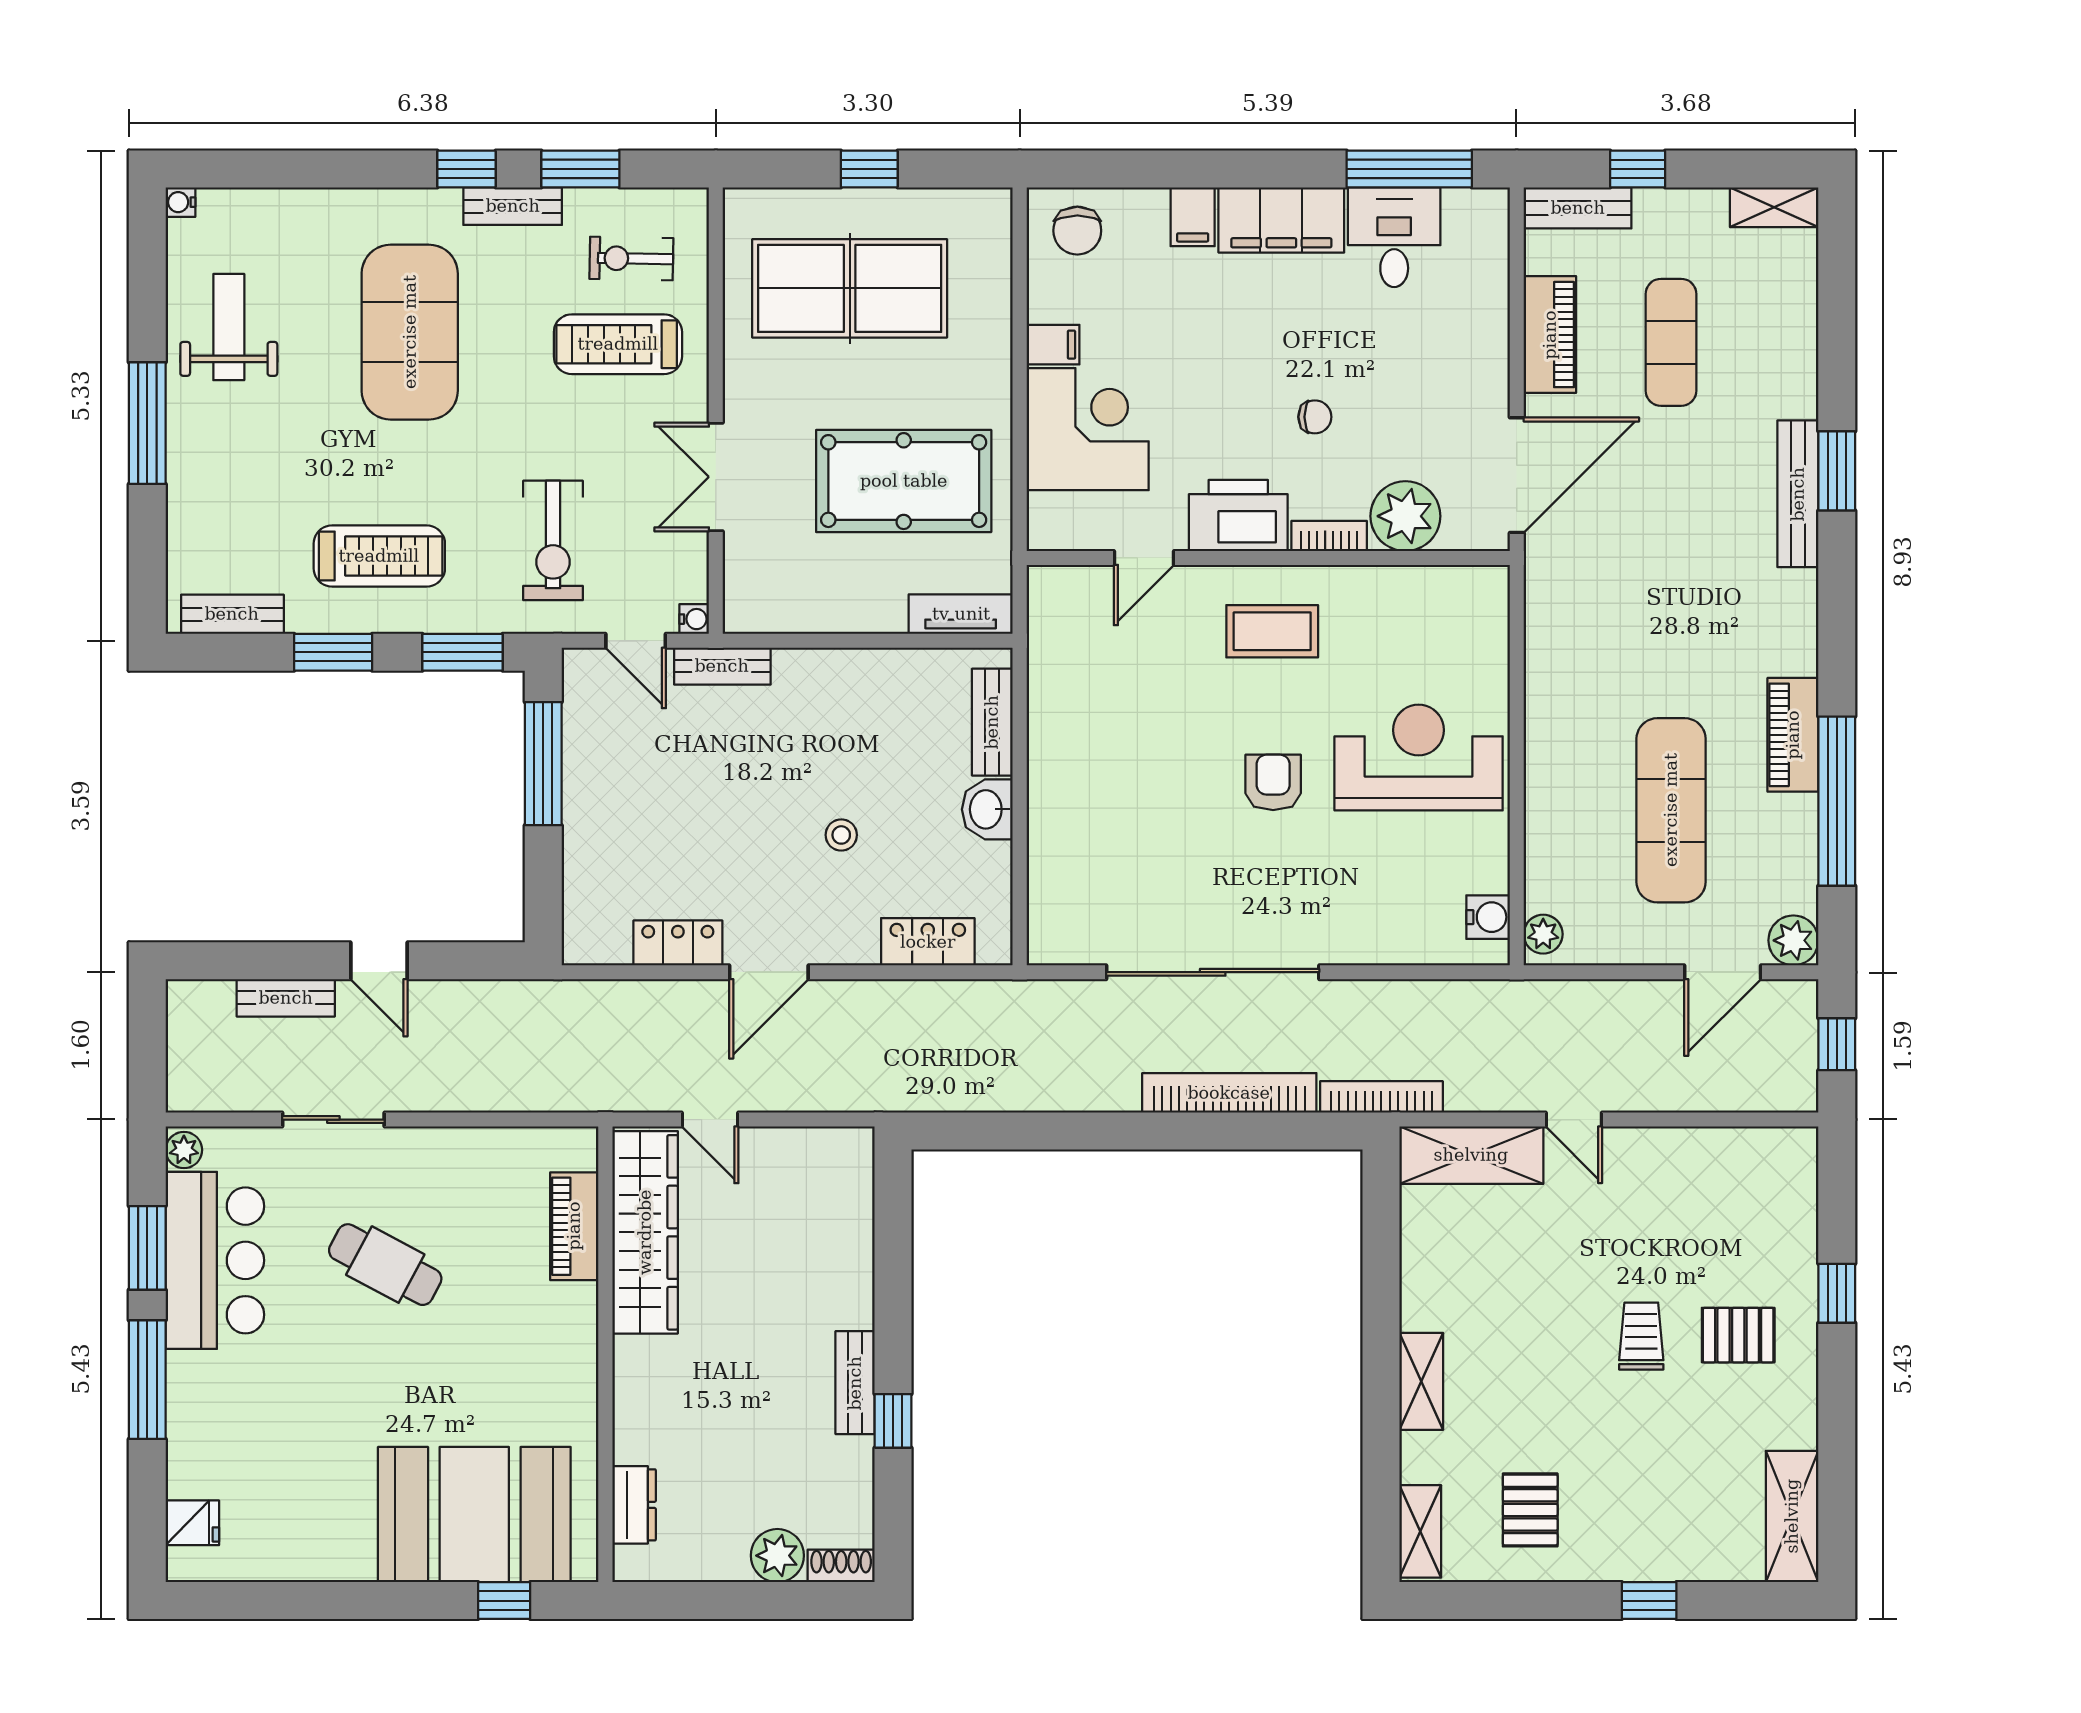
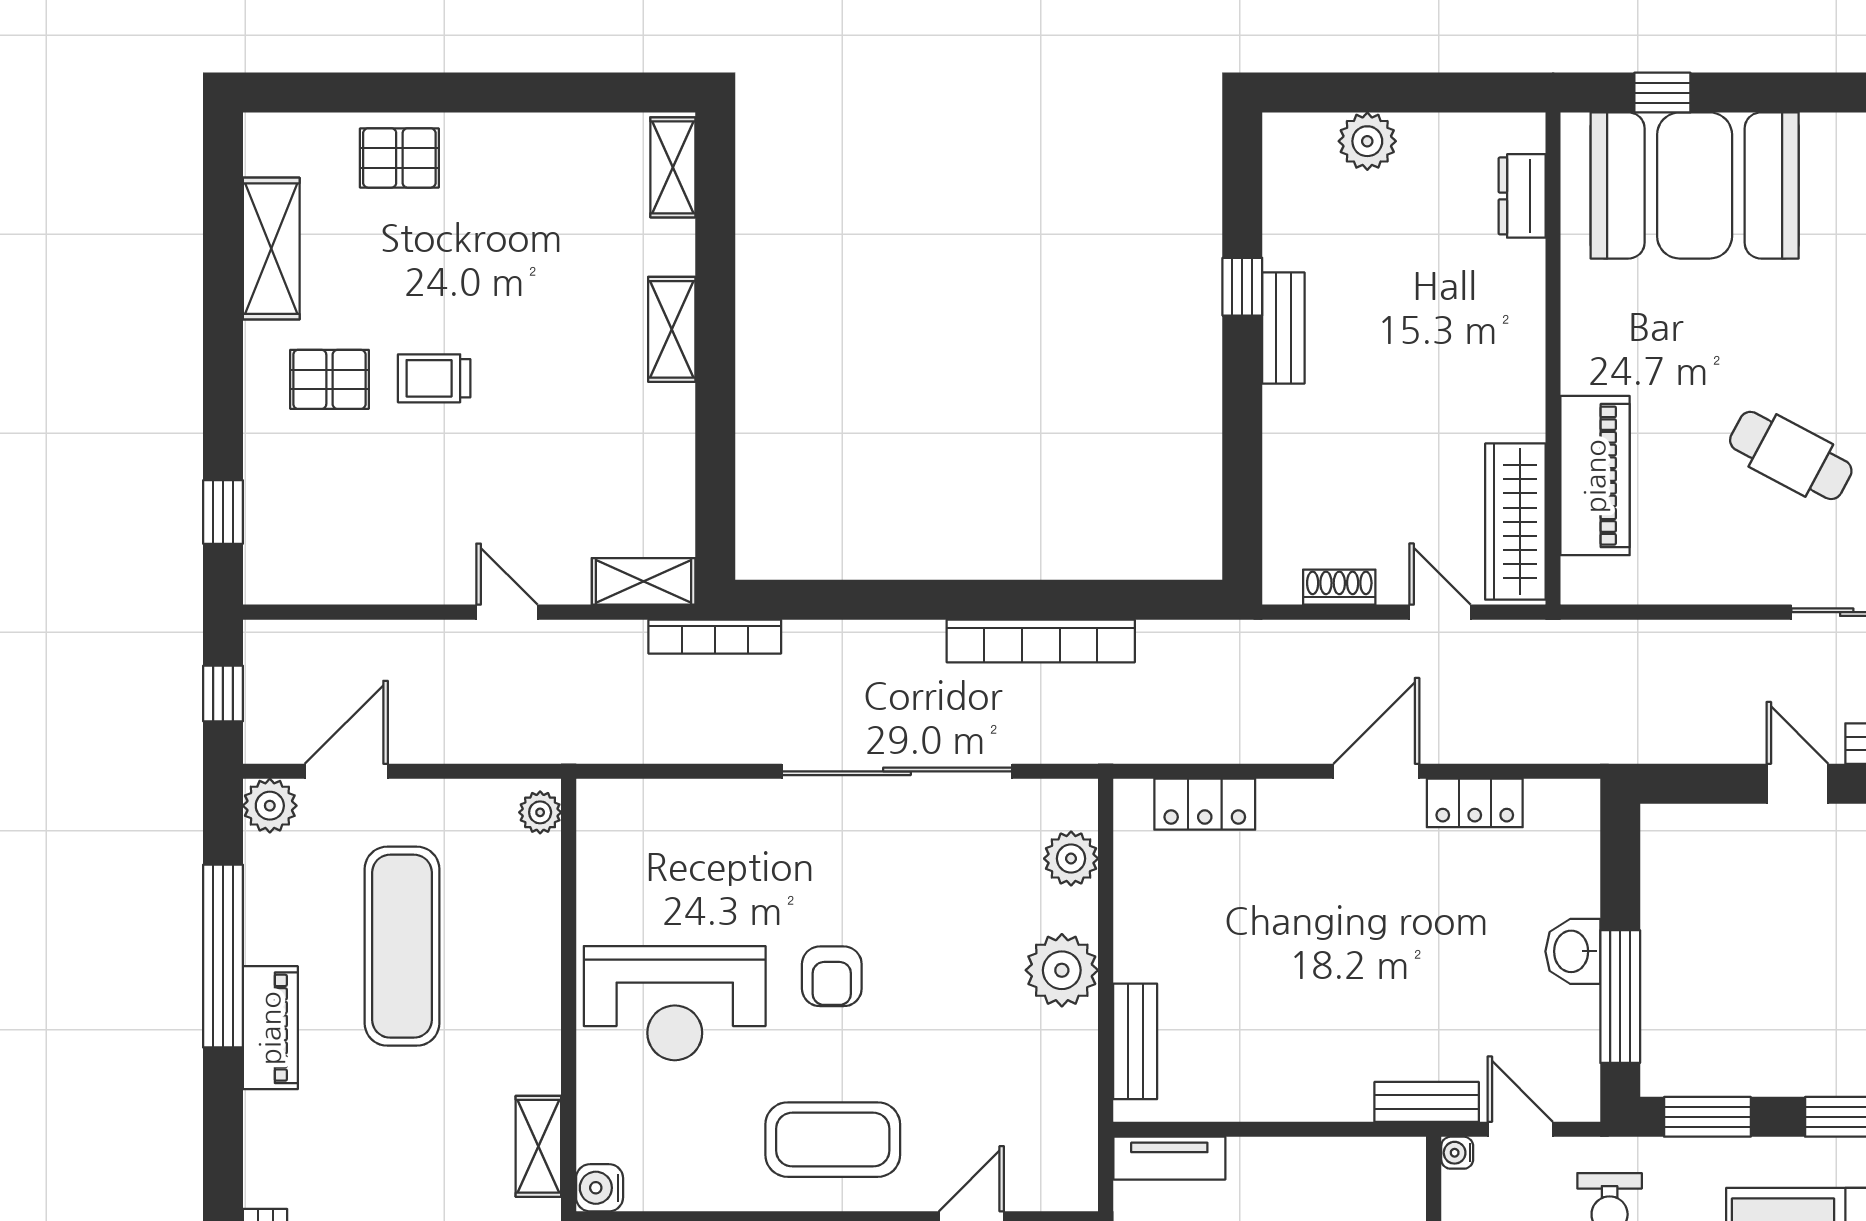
shelving: (1545, 625) -> (538, 1146), added
coffee table: (1272, 631) -> (833, 1140), width x1.36, depth x1.32
plant: (1060, 788) -> (1062, 970), added
washbasin: (987, 809) -> (1573, 951), moved, turned 180
stool: (841, 835) -> (1298, 920), removed
plant: (1052, 891) -> (1071, 859), added
water cooler: (1488, 917) -> (600, 1188), moved
bookcase: (1229, 1093) -> (1041, 641), moved
shelving: (1471, 1155) -> (644, 581), width x0.67, depth x0.75
piano: (574, 1226) -> (1595, 476), width x1.37, depth x1.33
wardrobe: (645, 1232) -> (1515, 522), width x0.71, depth x0.85
window: (1837, 1293) -> (223, 512), moved
trolley: (1641, 1336) -> (434, 378), turned 90
pallet: (1530, 1510) -> (399, 158), moved, turned 90
shelving: (1792, 1516) -> (271, 249), moved
shoe rack: (841, 1566) -> (1339, 587), moved, turned 180
window: (1649, 1601) -> (426, 93), removed

